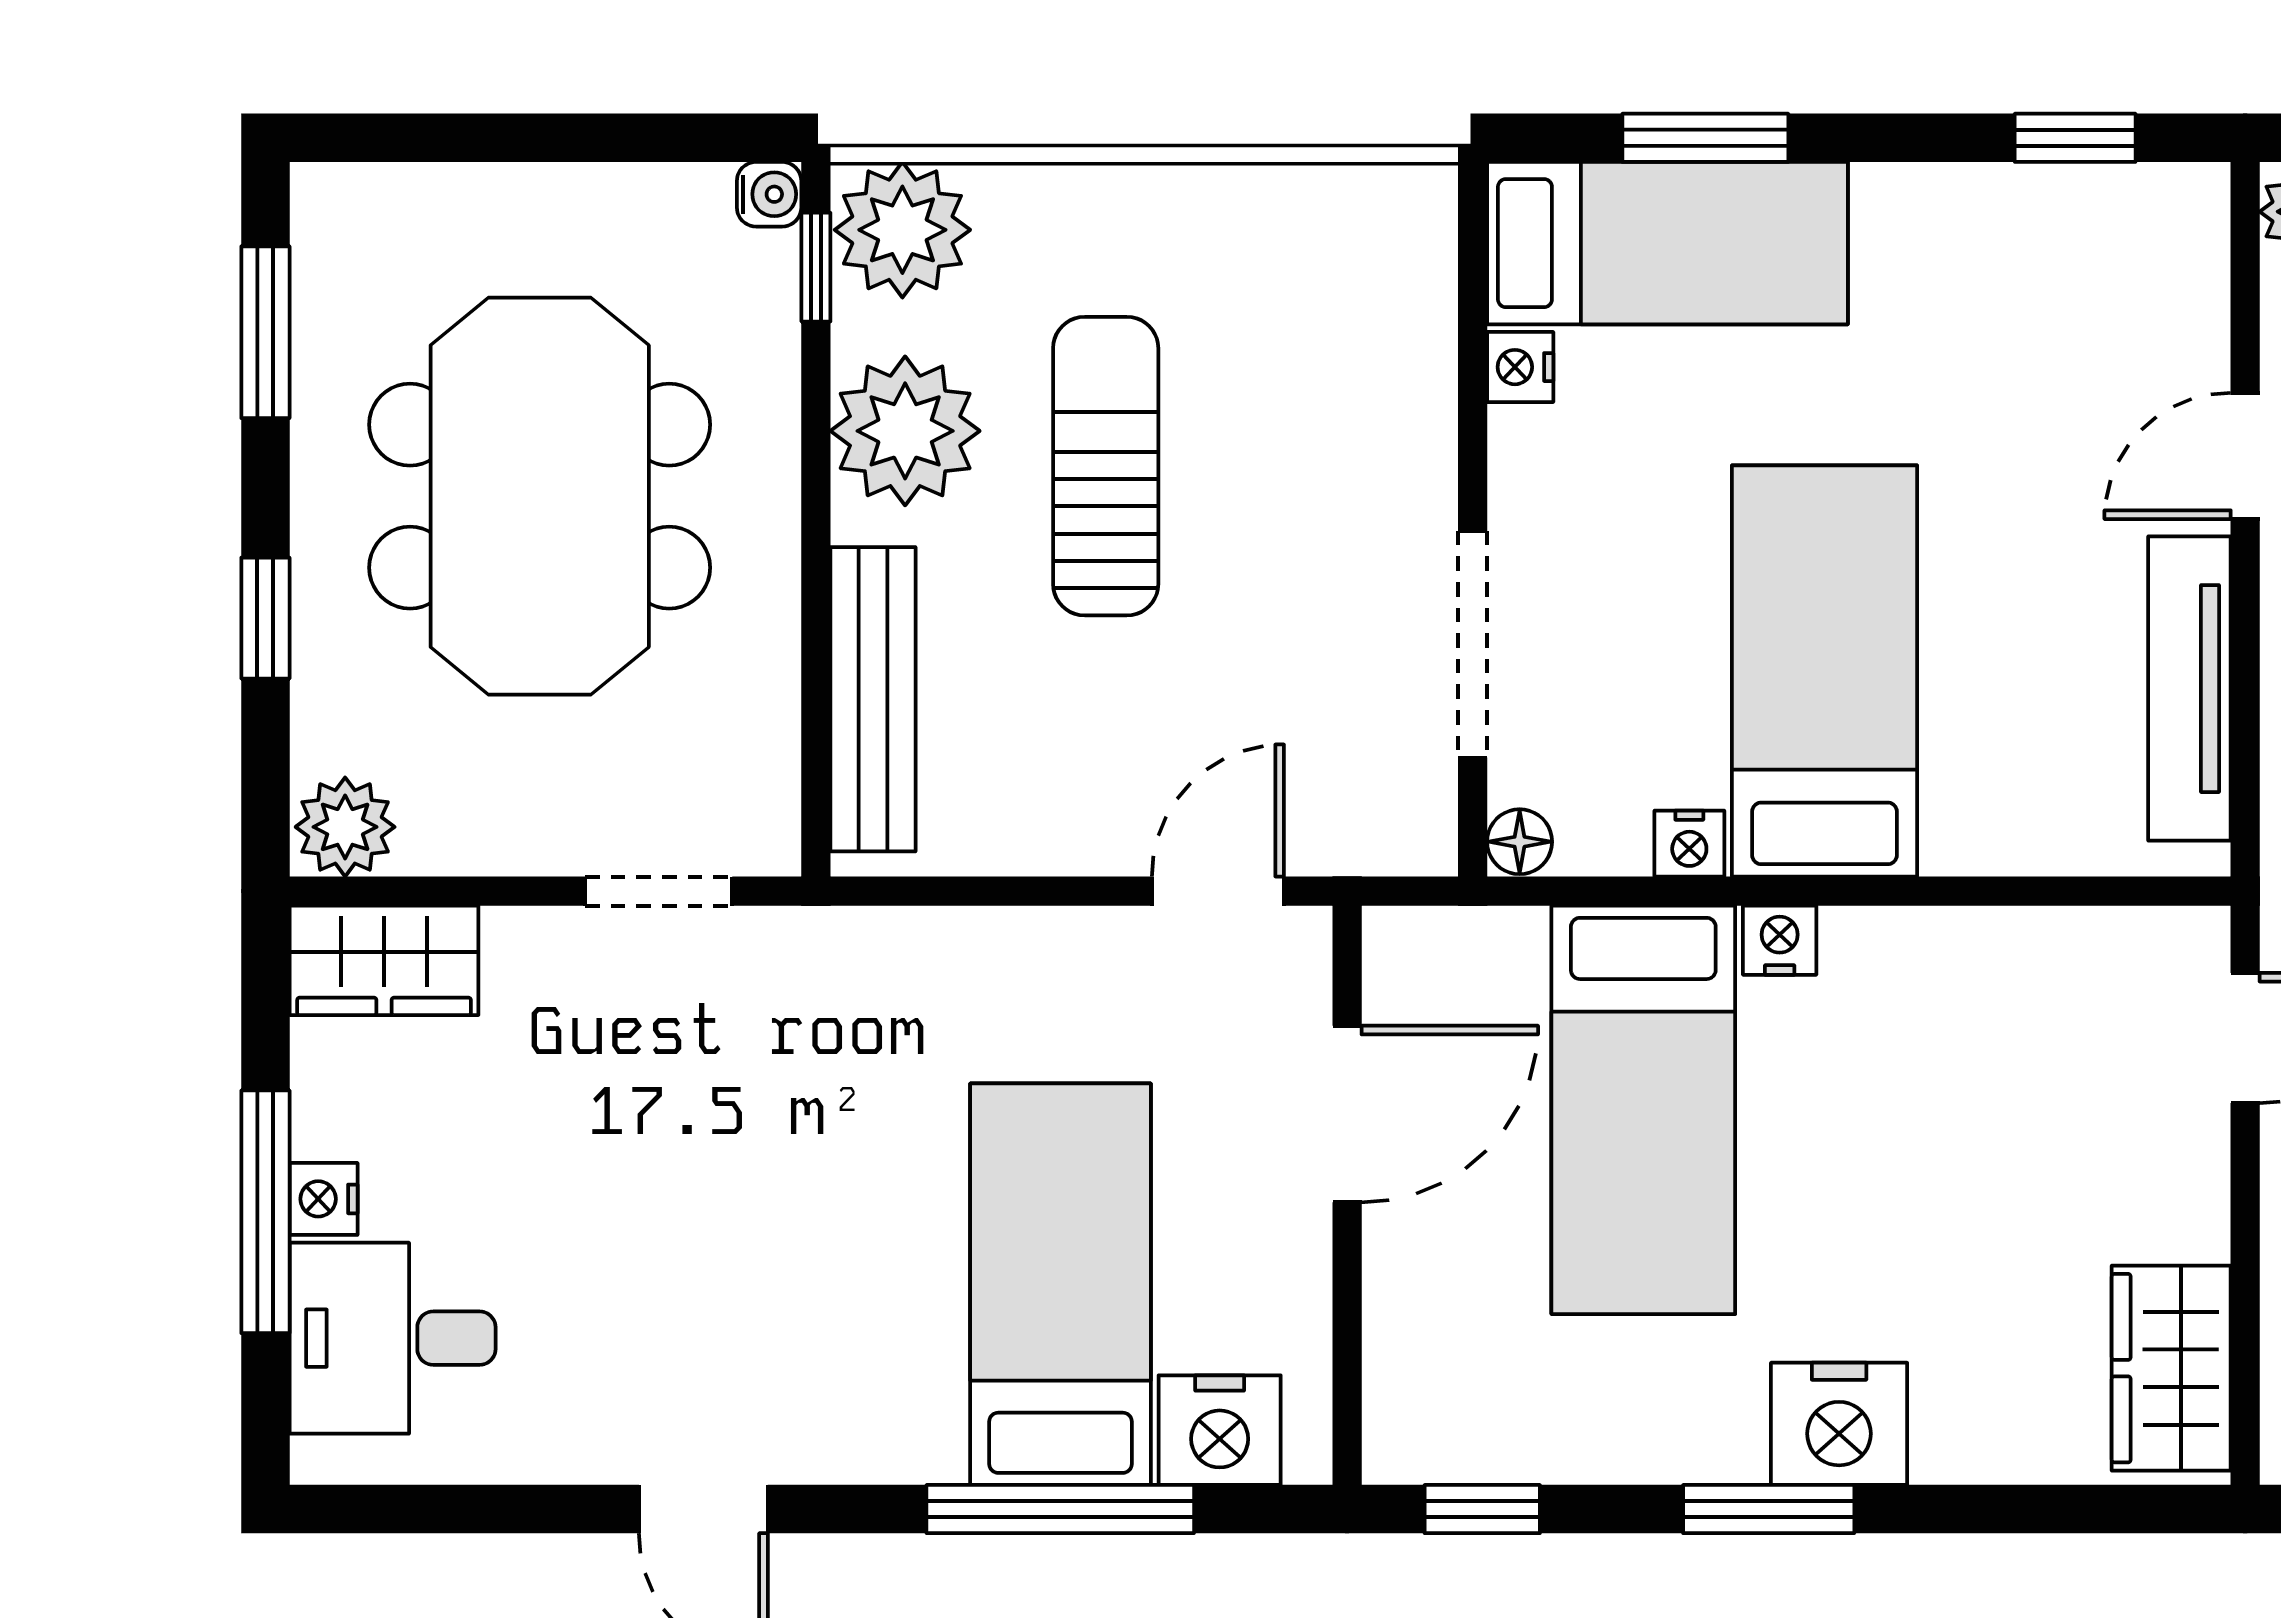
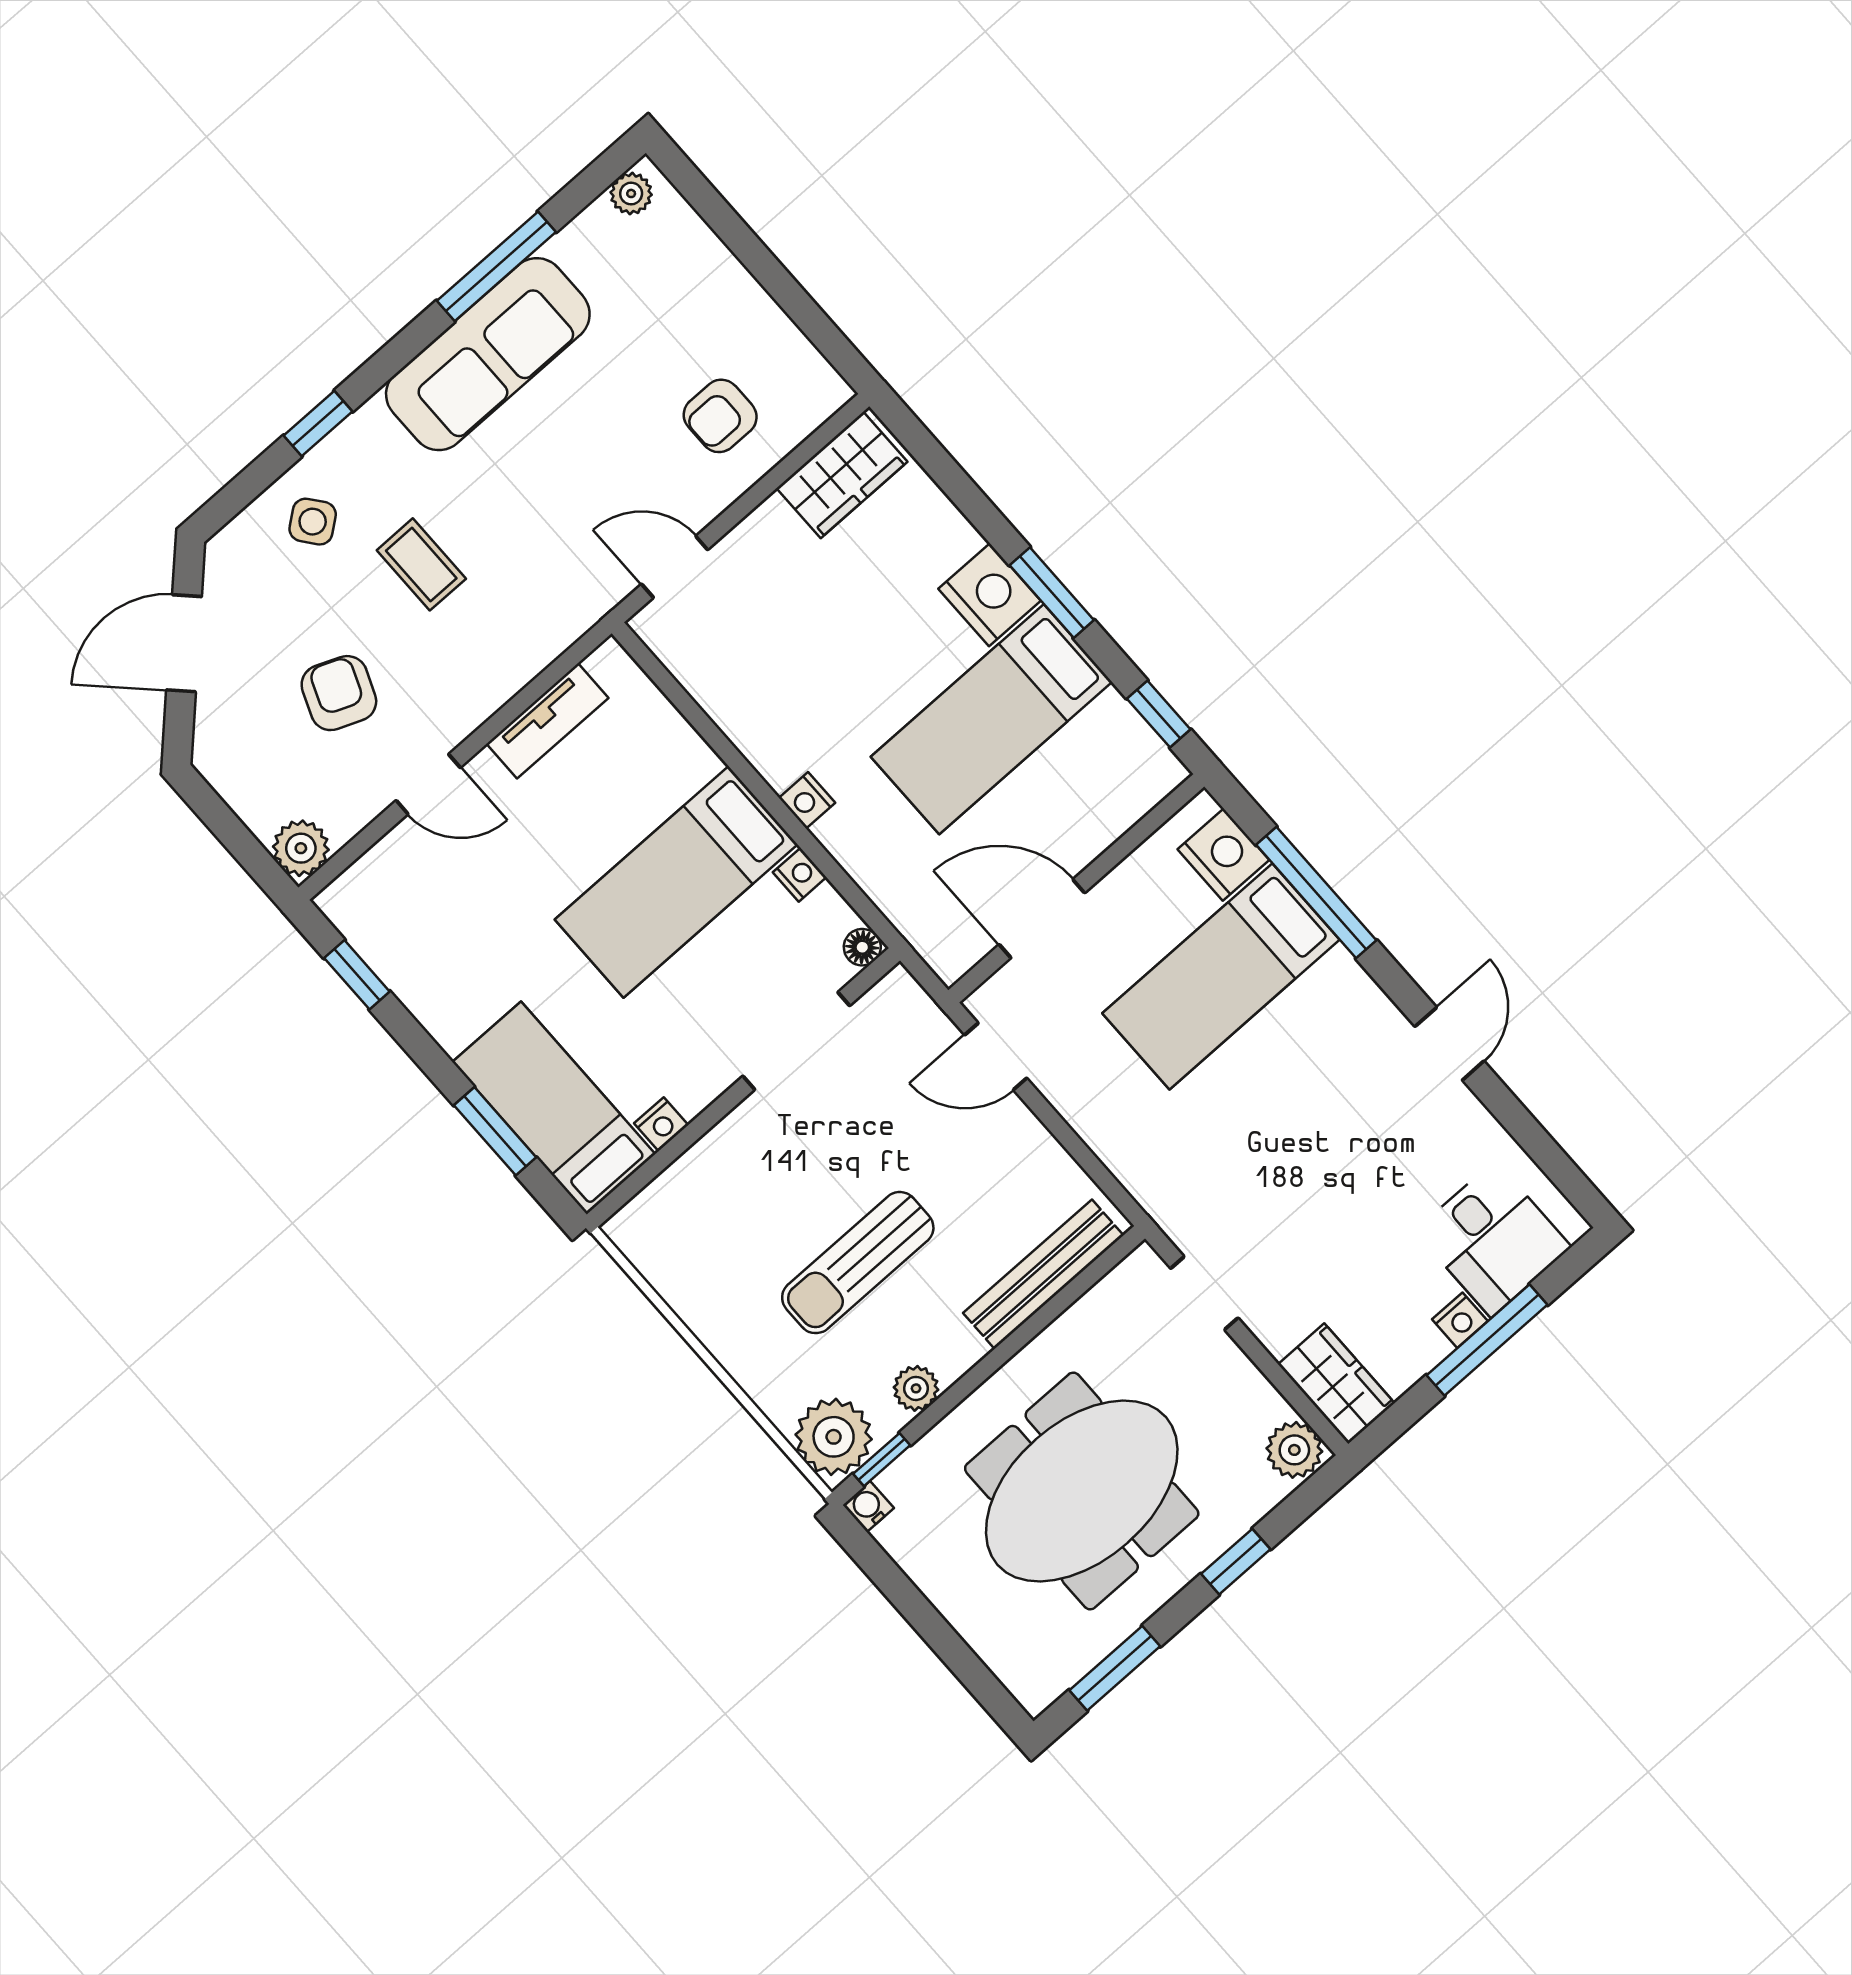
plant: (905, 431) -> (916, 1388), width x0.53, depth x0.53
tv unit: (2189, 689) -> (547, 721), width x0.71
bed: (1643, 1110) -> (992, 719), moved, turned 180

